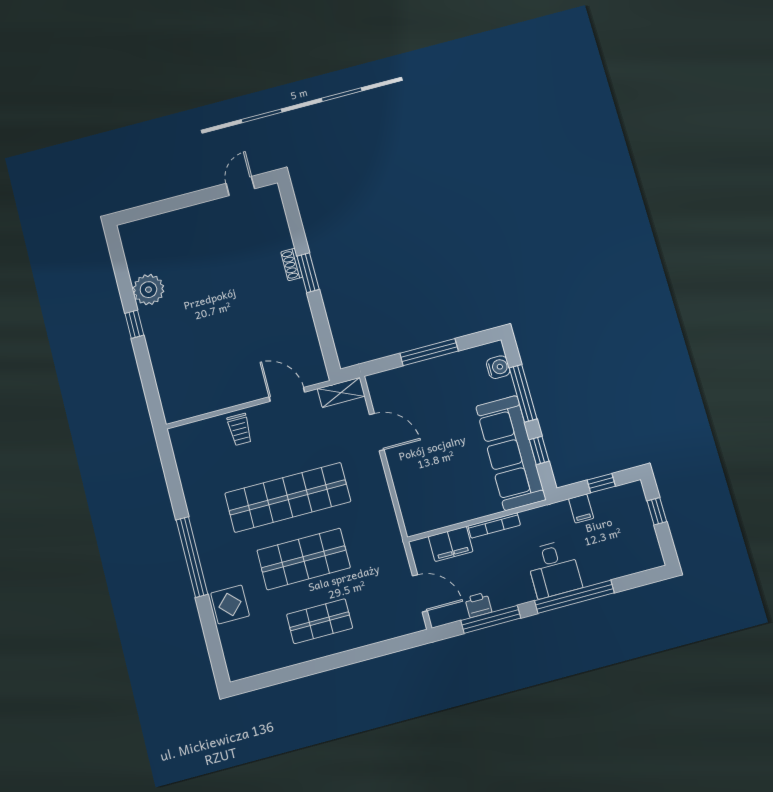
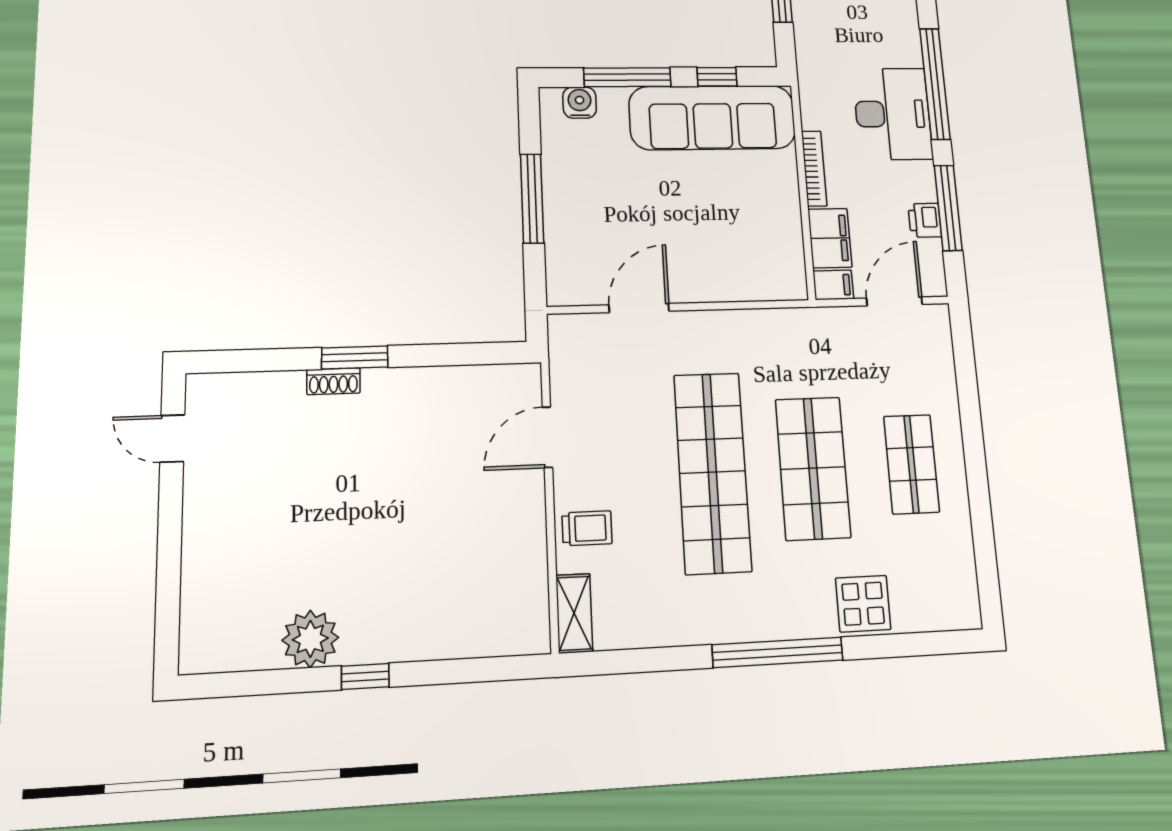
shelving: (341, 392) -> (574, 613), moved
filing cabinet: (581, 509) -> (833, 285), moved
desk: (554, 569) -> (893, 114), width x1.37

